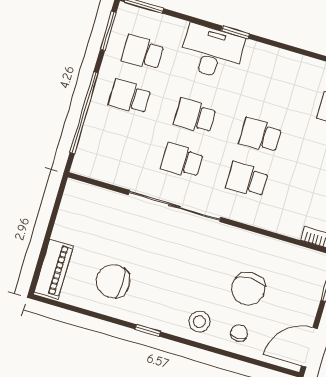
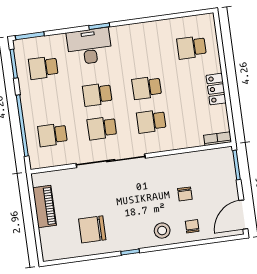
school desk: (130, 97) -> (53, 135), moved
piano: (54, 269) -> (44, 207), moved
chair: (248, 289) -> (185, 194), width x0.54, depth x0.54

